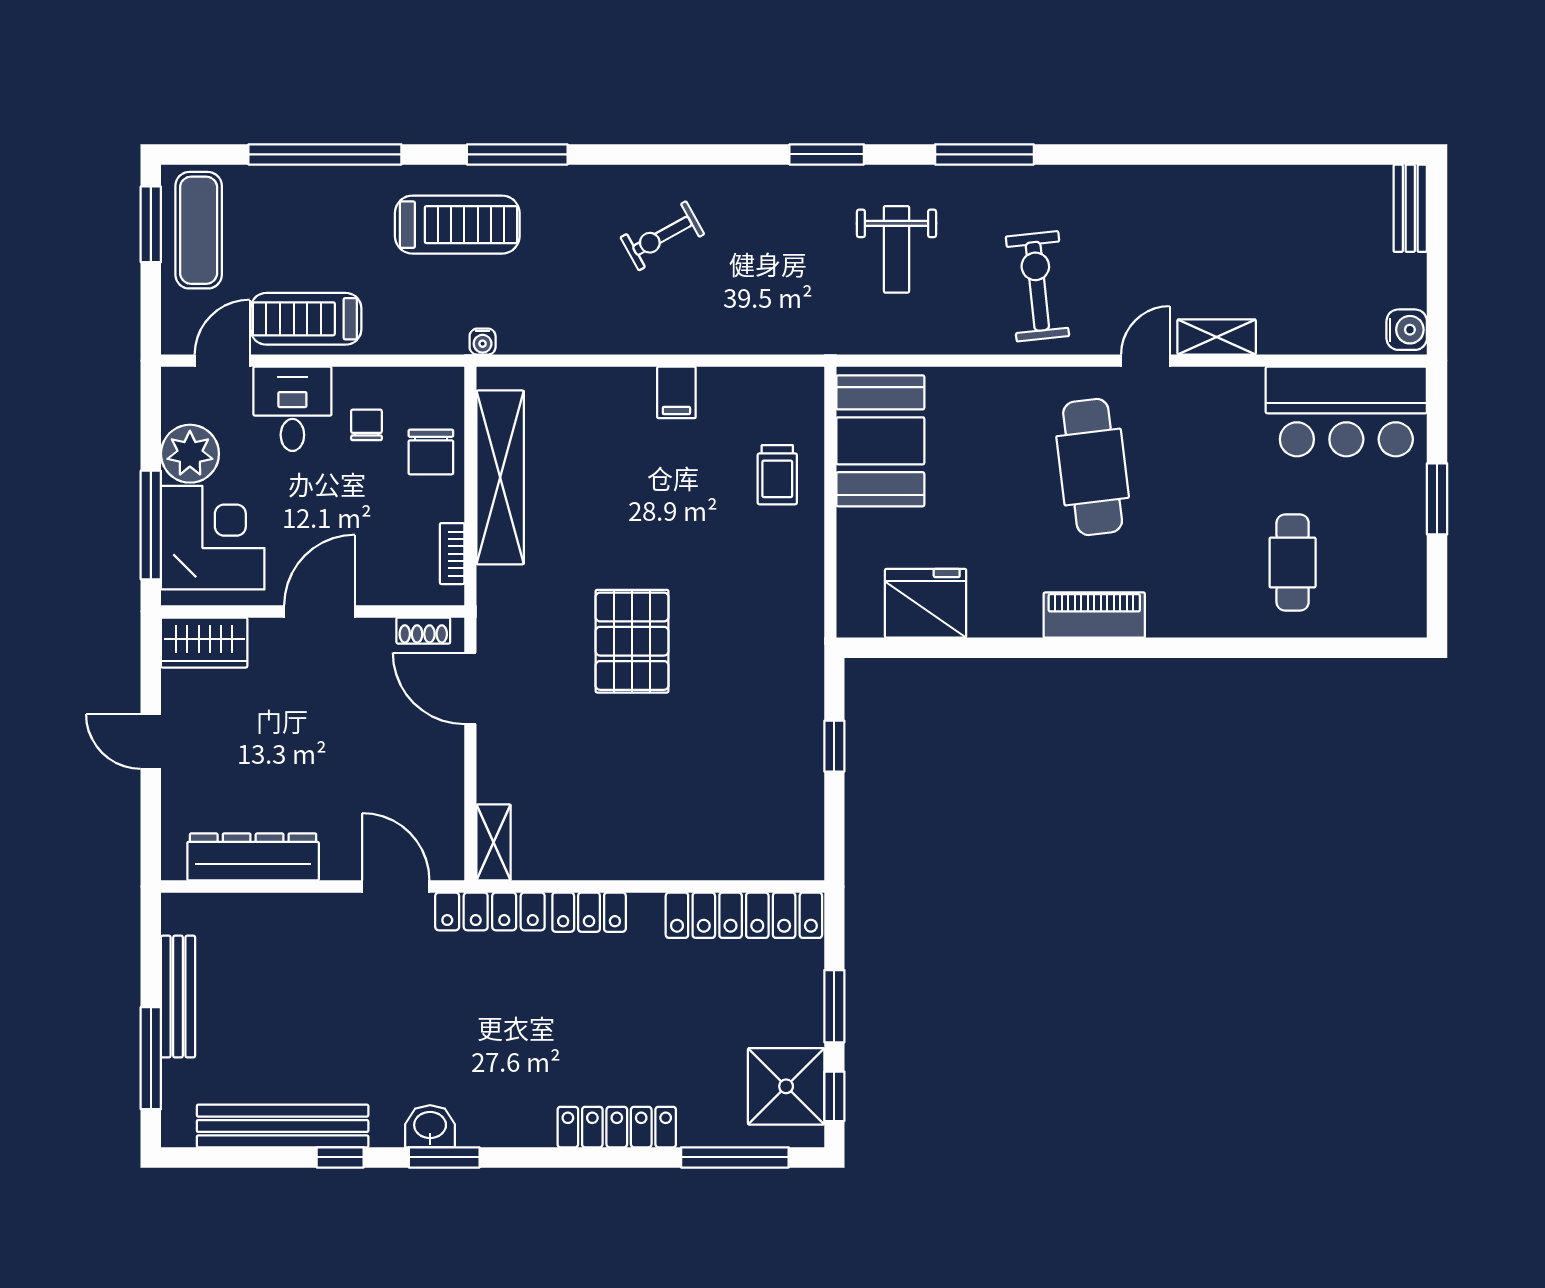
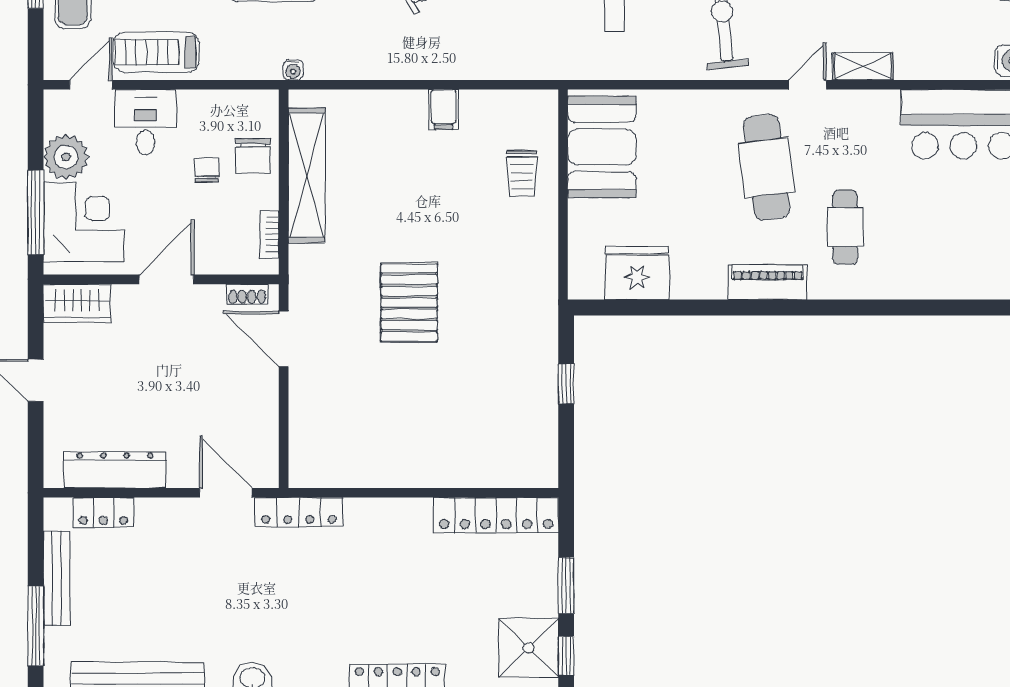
chair: (366, 425) -> (207, 170), moved
cafe table: (1293, 562) -> (845, 227), moved
shelving: (494, 842) -> (302, 459), removed
locker: (589, 912) -> (103, 513), moved

